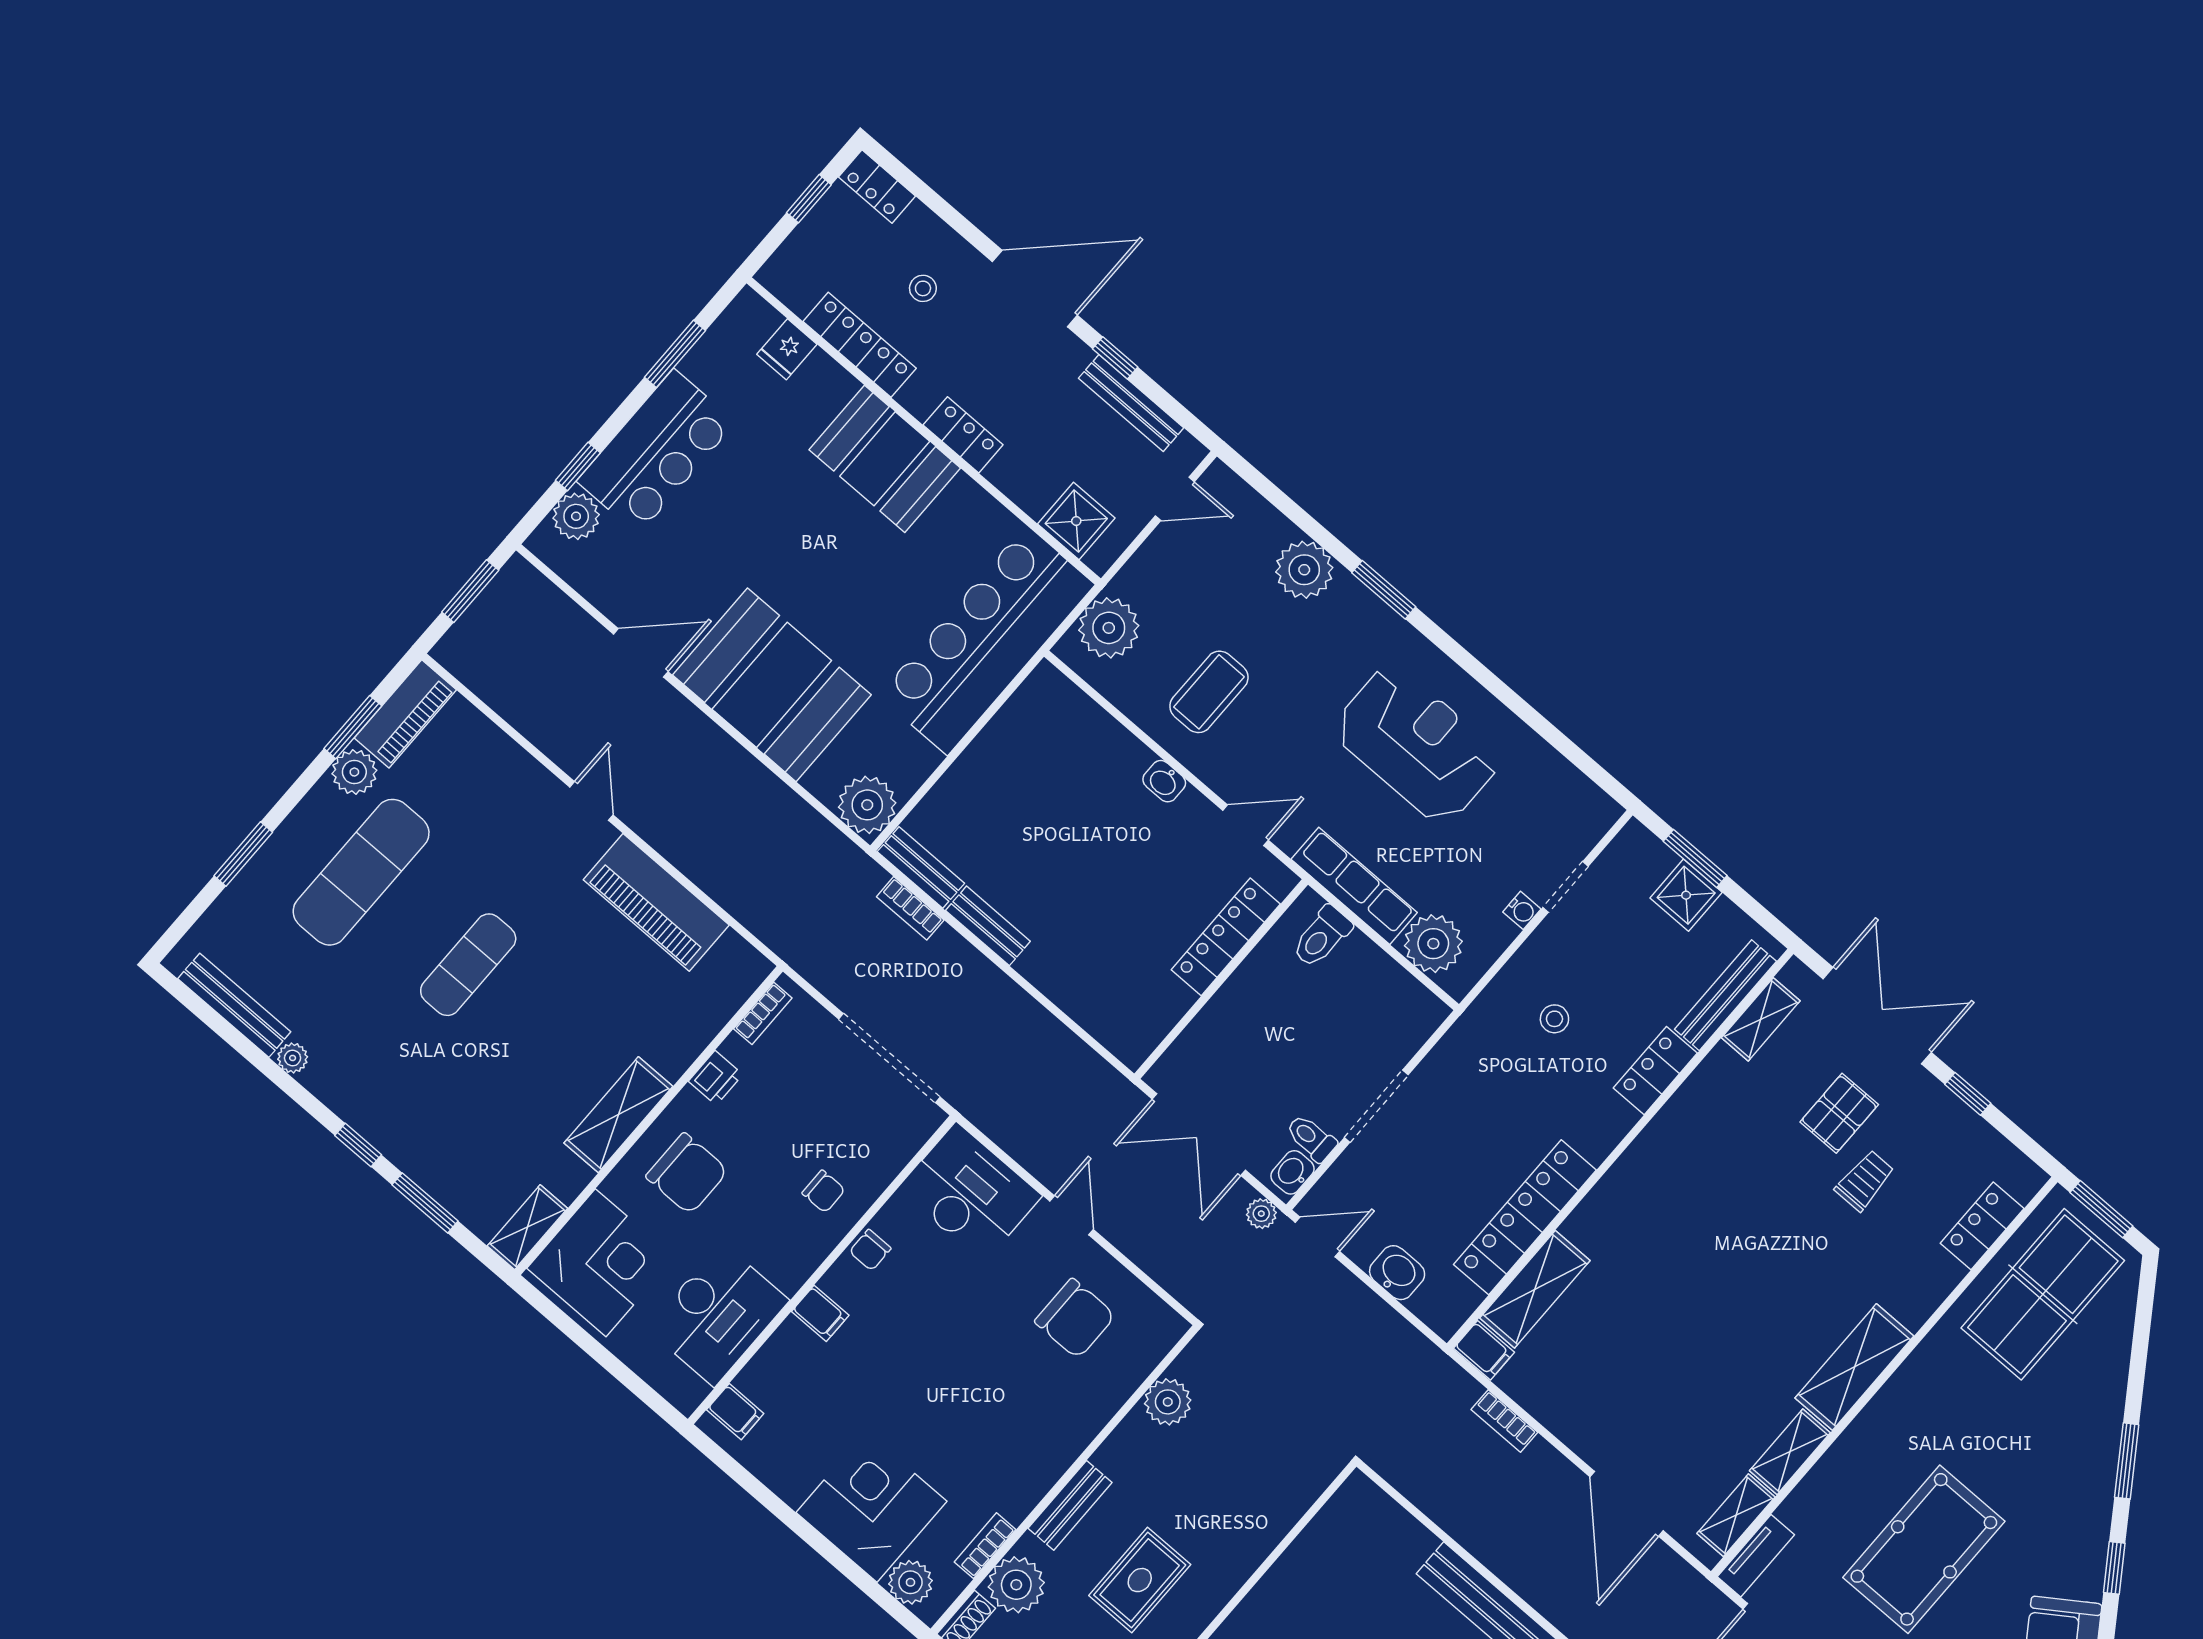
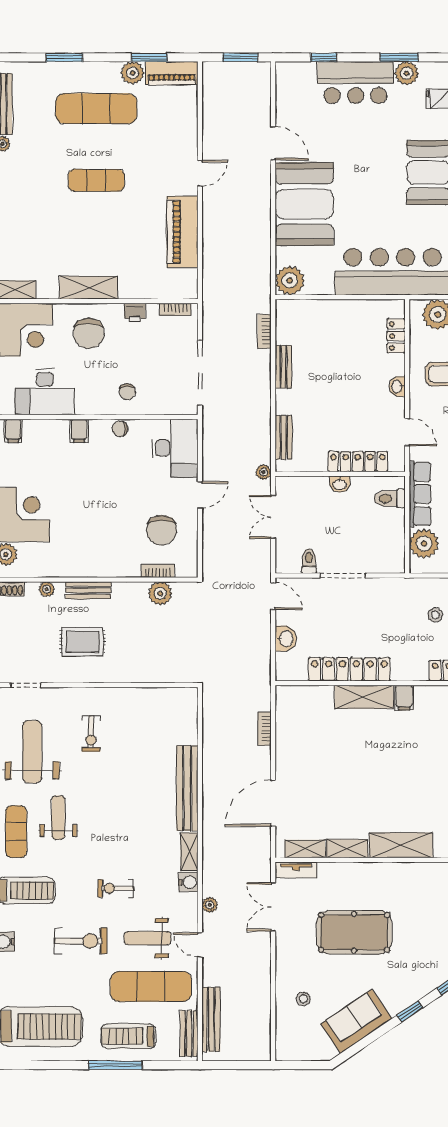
plant: (576, 516) -> (407, 73), moved
locker: (1087, 718) -> (396, 336), added
bench: (921, 867) -> (284, 437), moved
double door: (1199, 1135) -> (273, 517), width x0.73
washbasin: (1292, 1172) -> (340, 484), moved, turned 180
plant: (1261, 1214) -> (263, 472), moved
shelving: (1535, 1289) -> (364, 697), moved
filing cabinet: (1484, 1350) -> (404, 698), moved
bookcase: (985, 1546) -> (158, 571), moved
plant: (1016, 1585) -> (47, 589), width x0.53, depth x0.53

